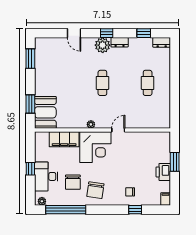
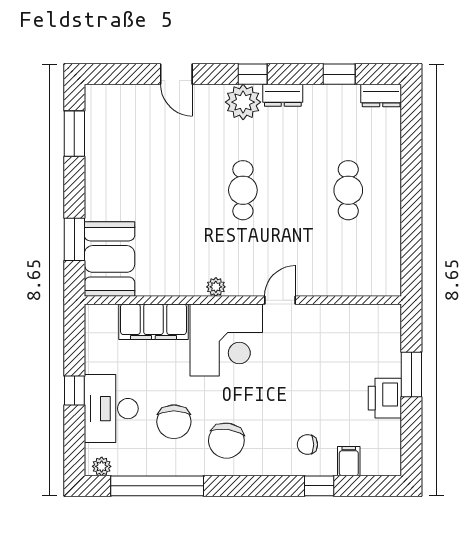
filing cabinet: (166, 199) -> (349, 461), moved

